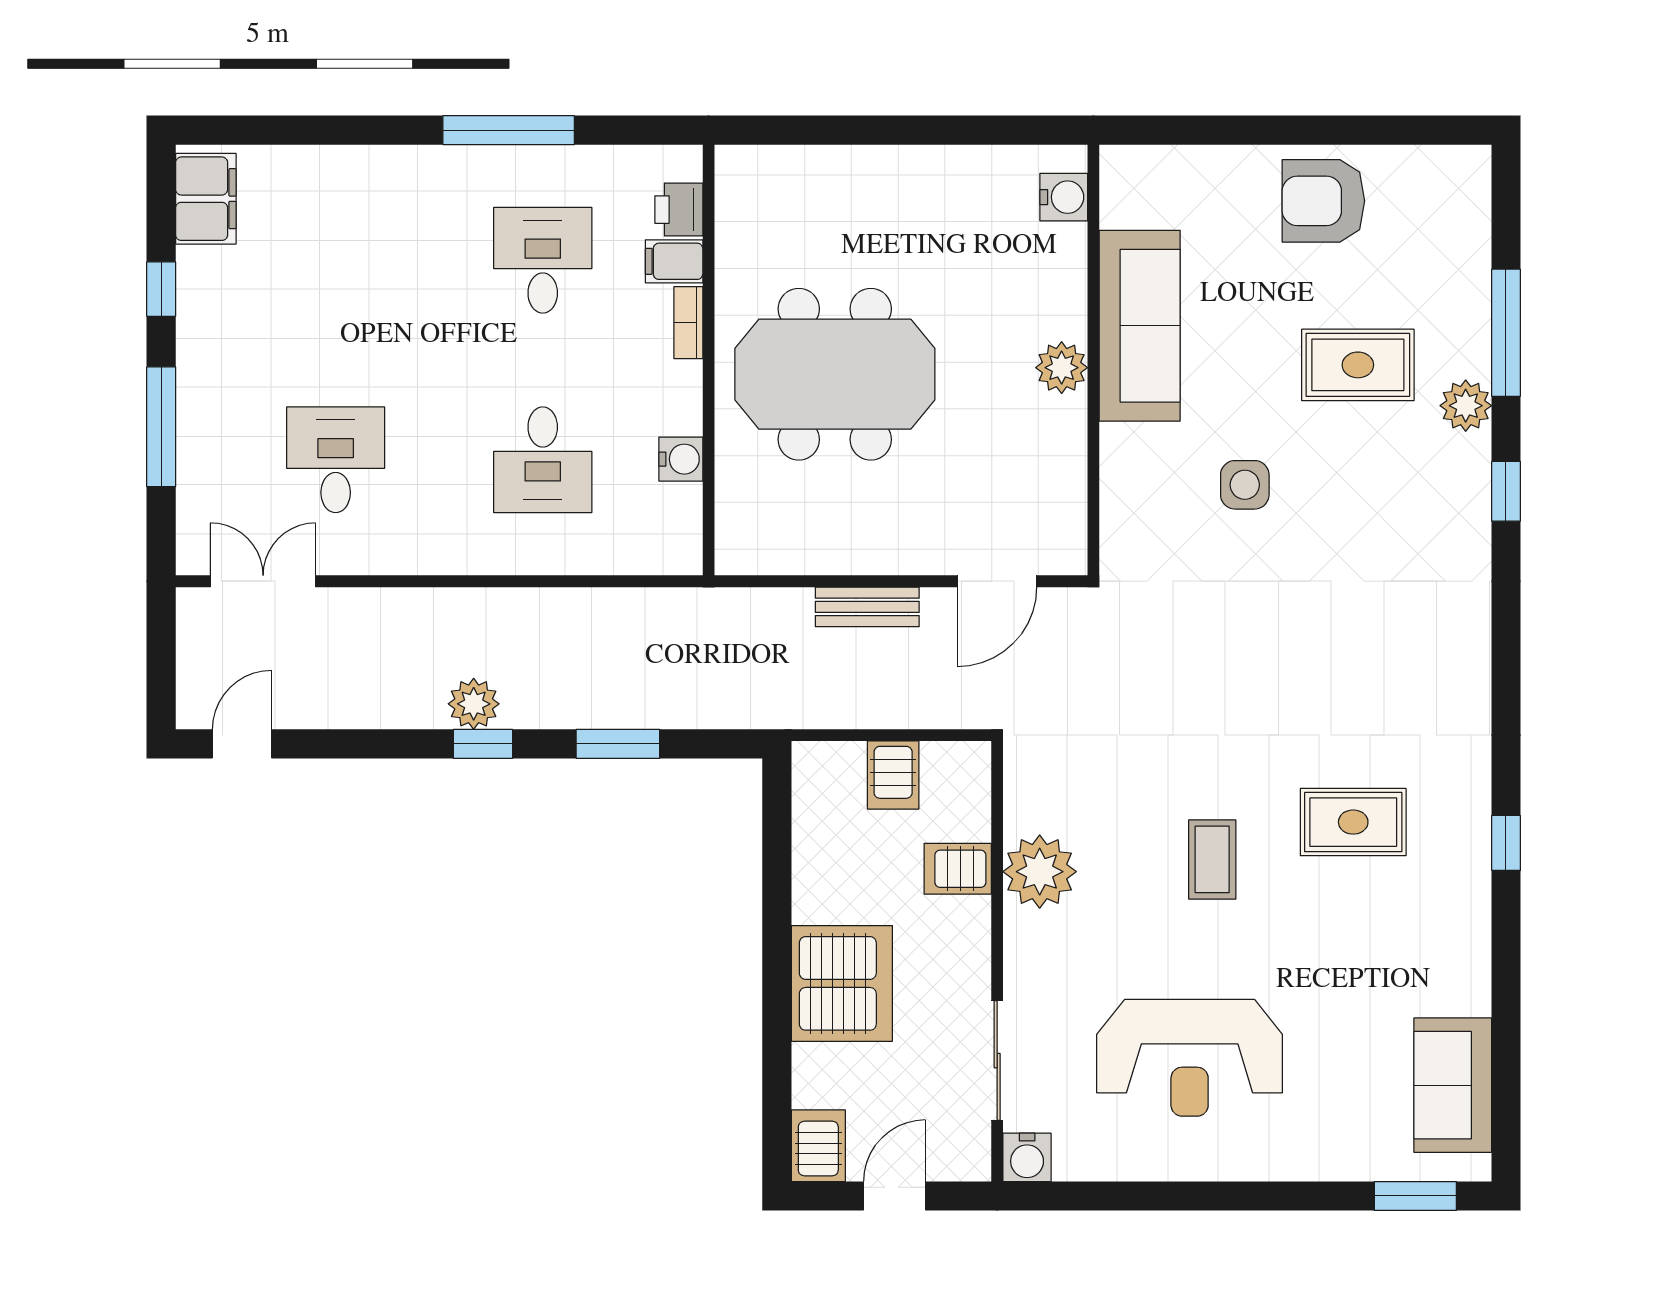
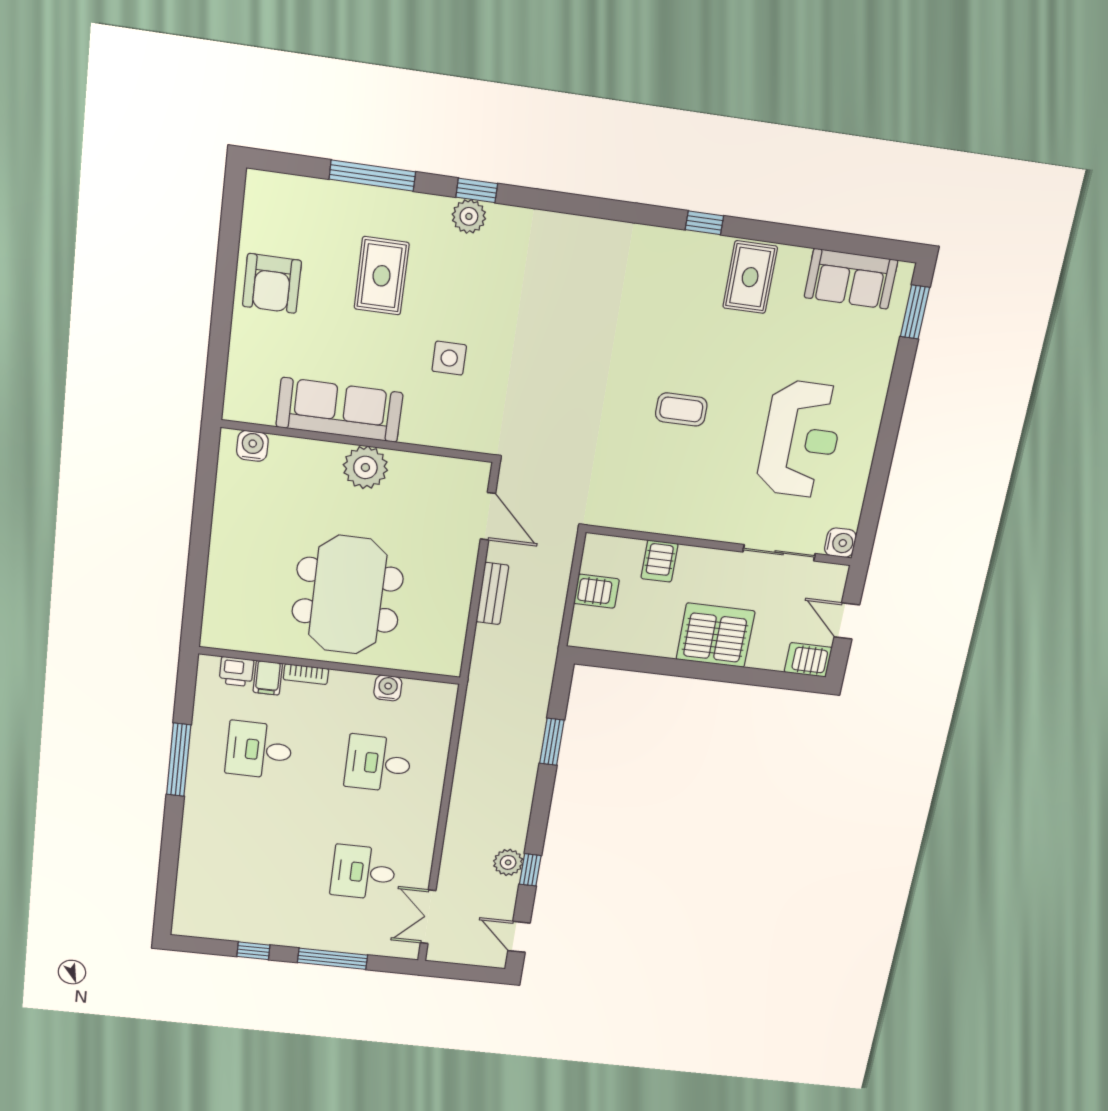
filing cabinet: (206, 199) -> (203, 923), removed
plant: (1062, 368) -> (365, 467), width x1.36, depth x1.36
plant: (1466, 406) -> (469, 216), moved
desk: (543, 460) -> (378, 763), turned 180
plant: (474, 704) -> (508, 862), moved
window: (483, 744) -> (530, 870), moved
rug: (1353, 822) -> (750, 277), moved
plant: (1040, 872) -> (670, 514), removed

